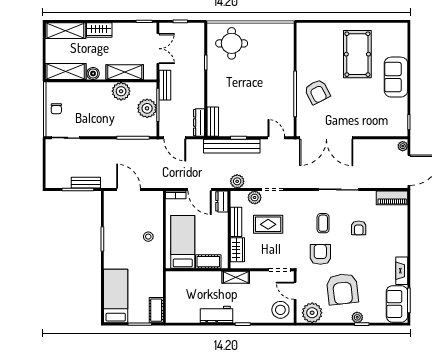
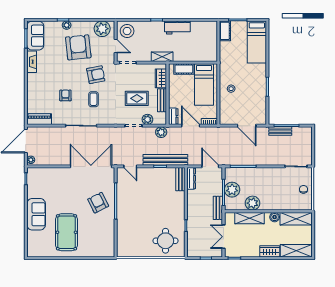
armchair: (320, 254) -> (96, 75), turned -101

